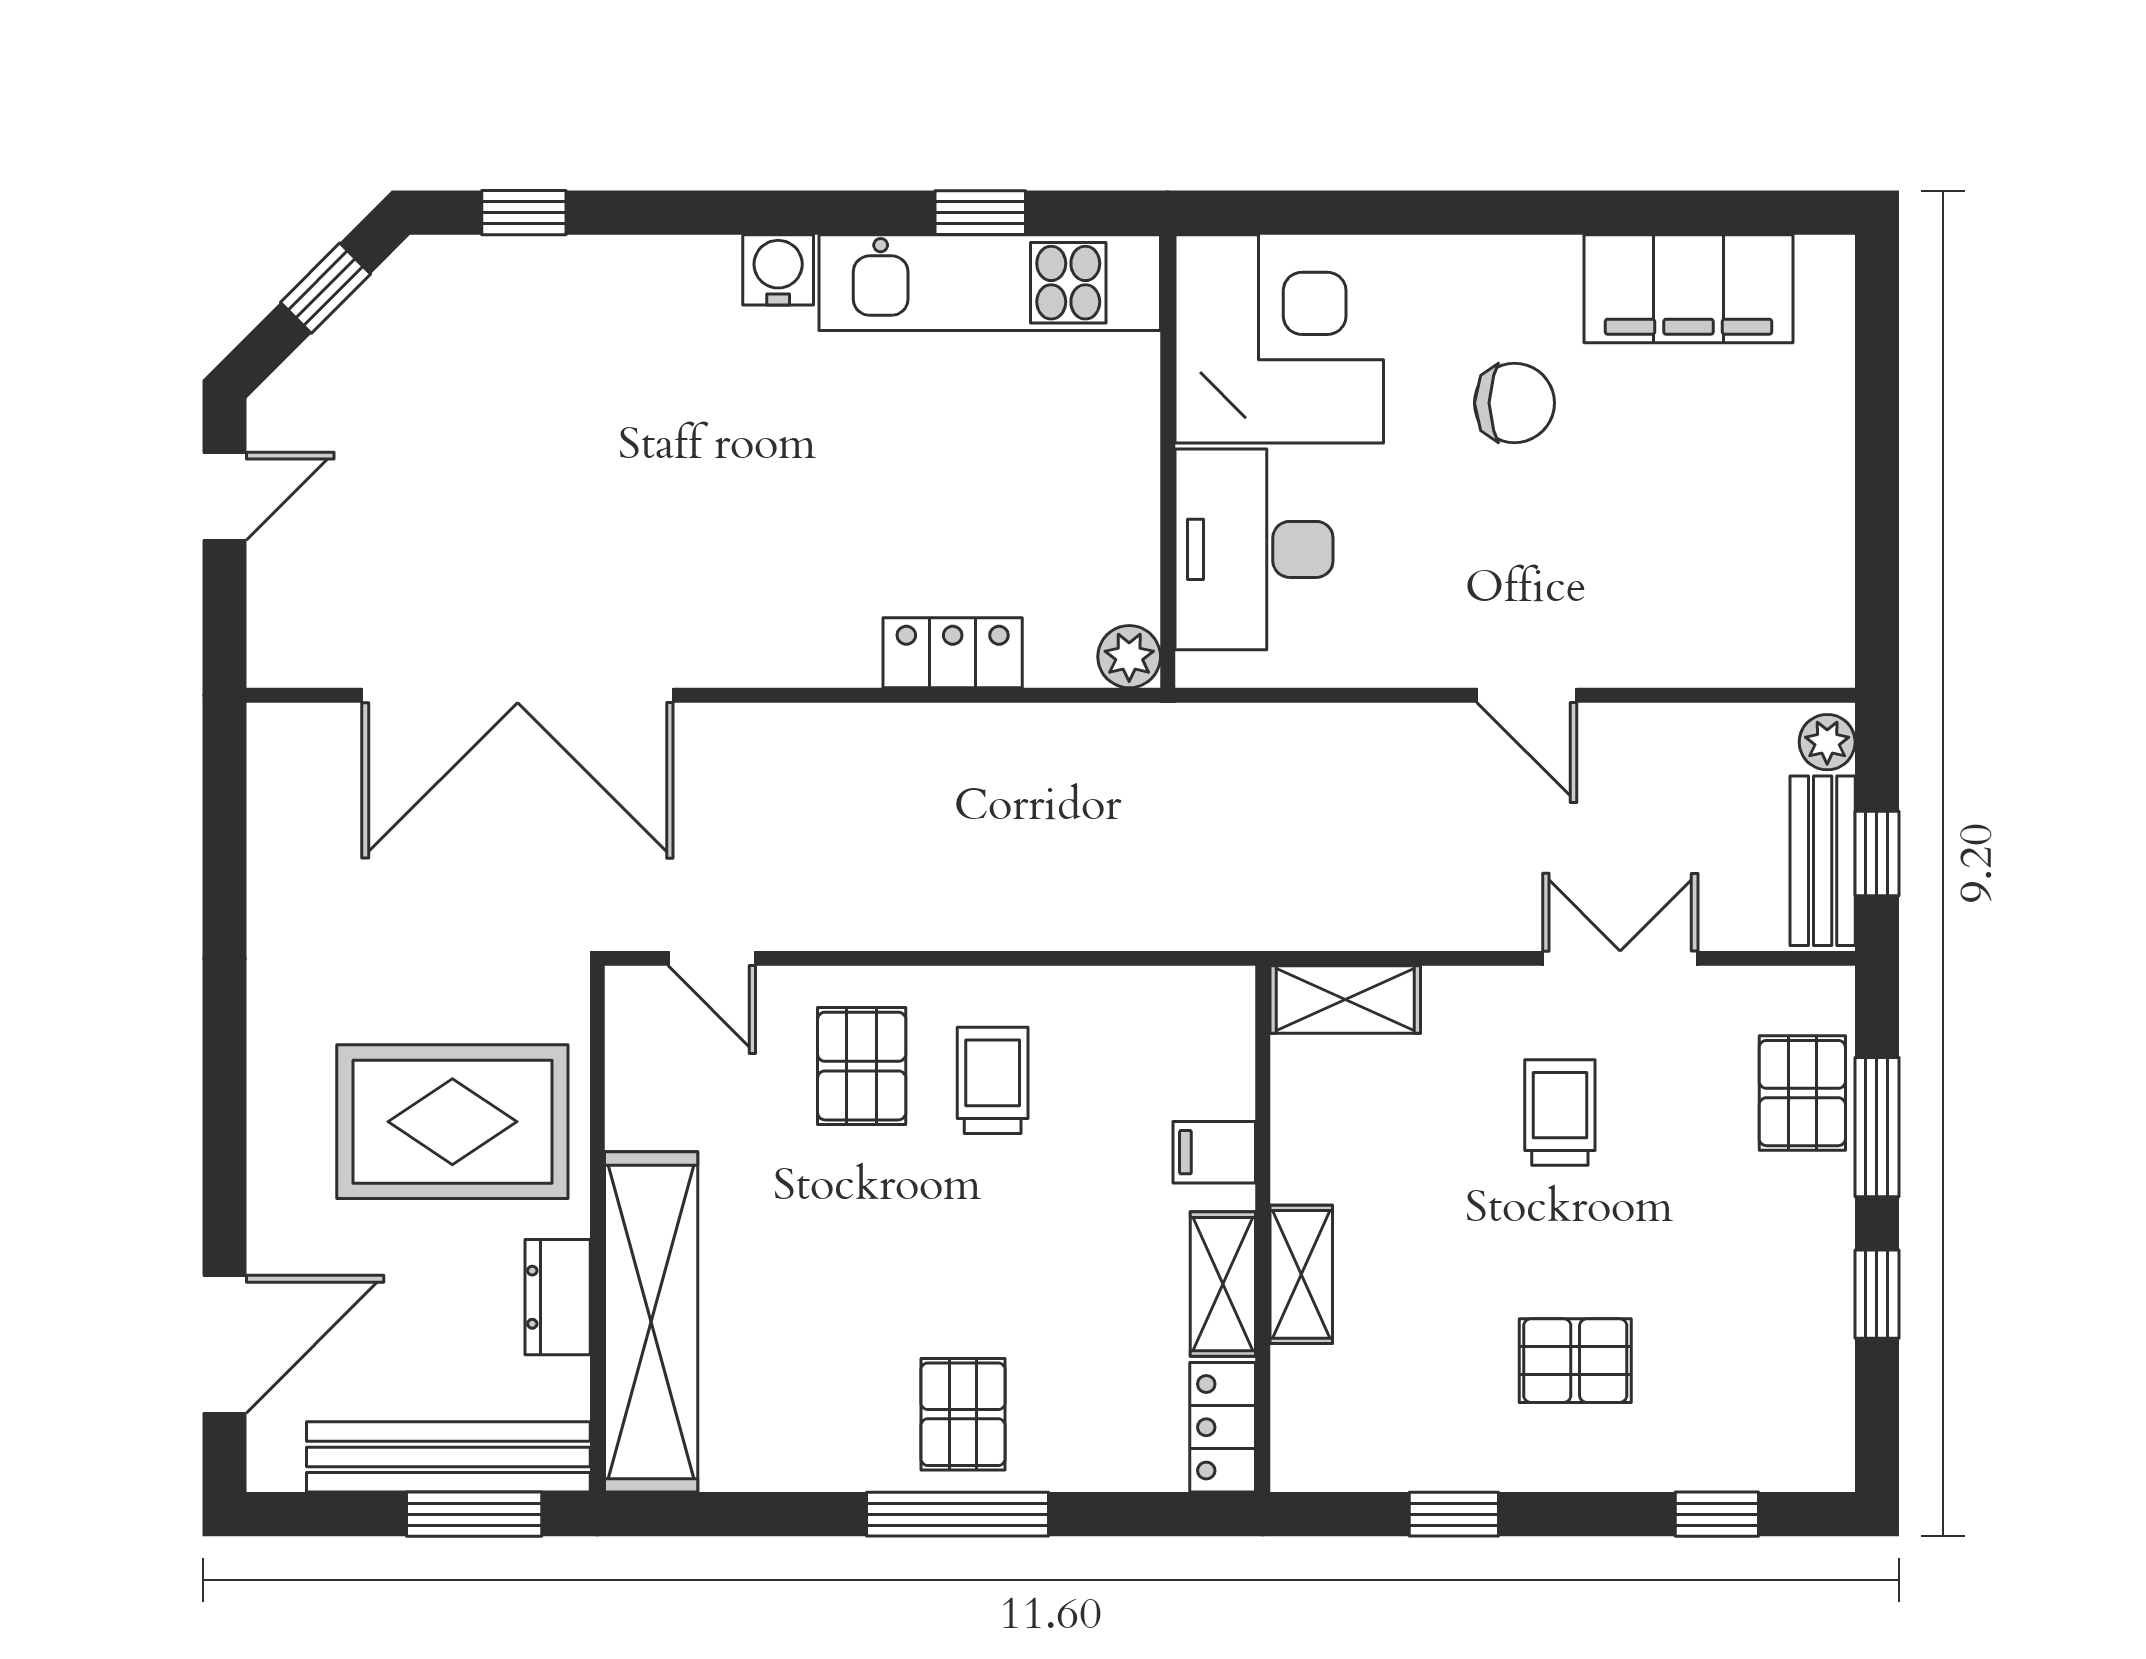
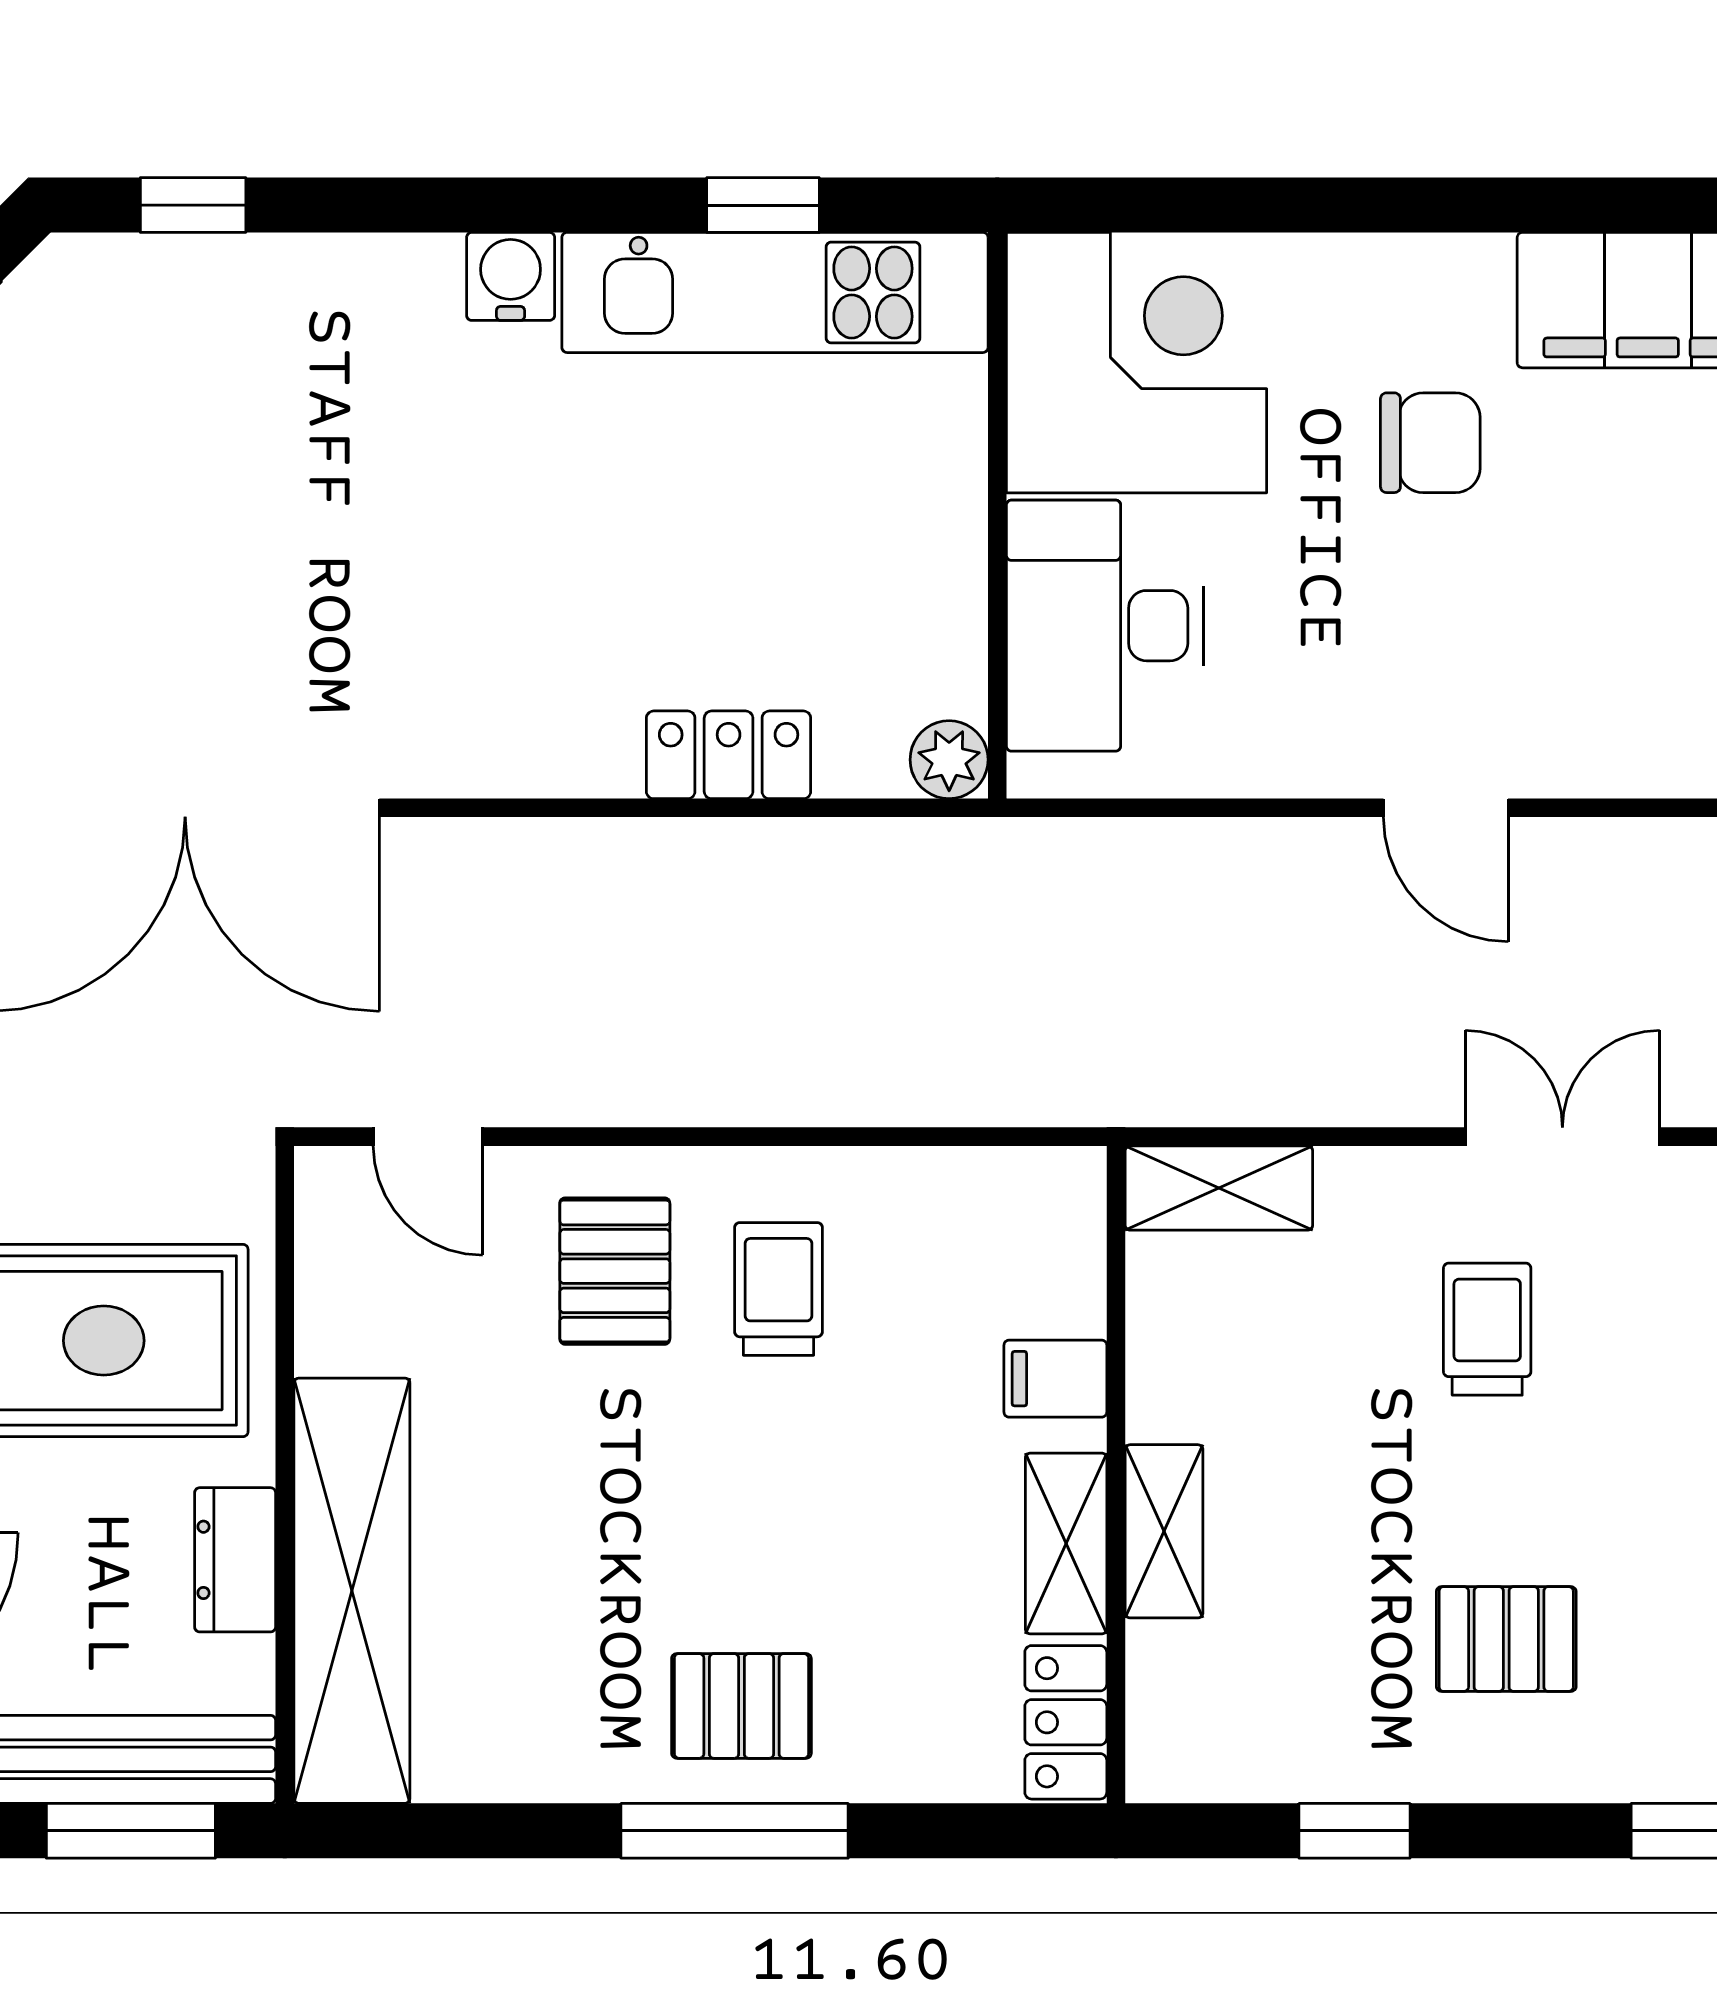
pallet: (963, 1414) -> (741, 1706), turned 90

